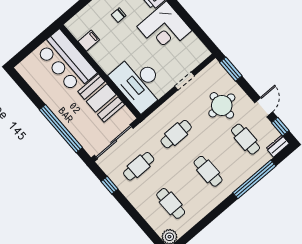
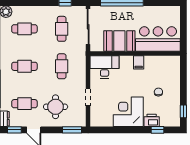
filing cabinet: (89, 41) -> (139, 62), moved
desk: (139, 83) -> (105, 67), width x0.73, depth x0.77

